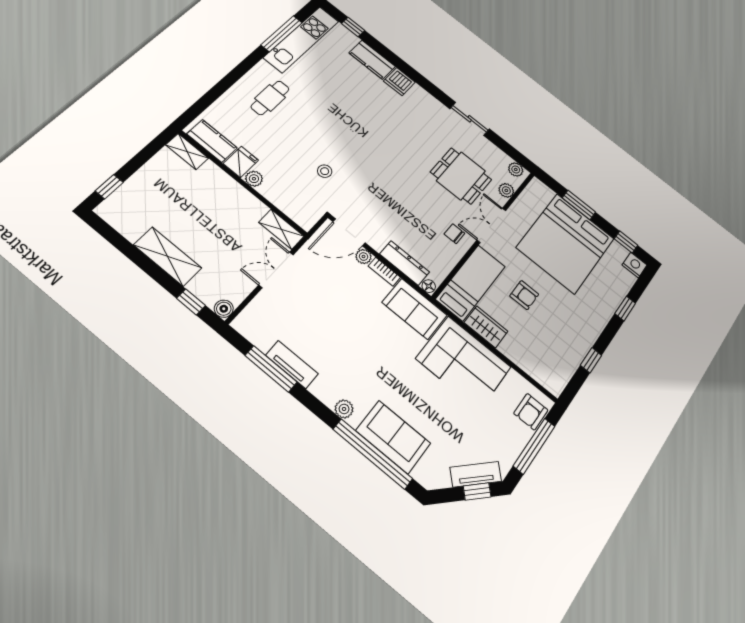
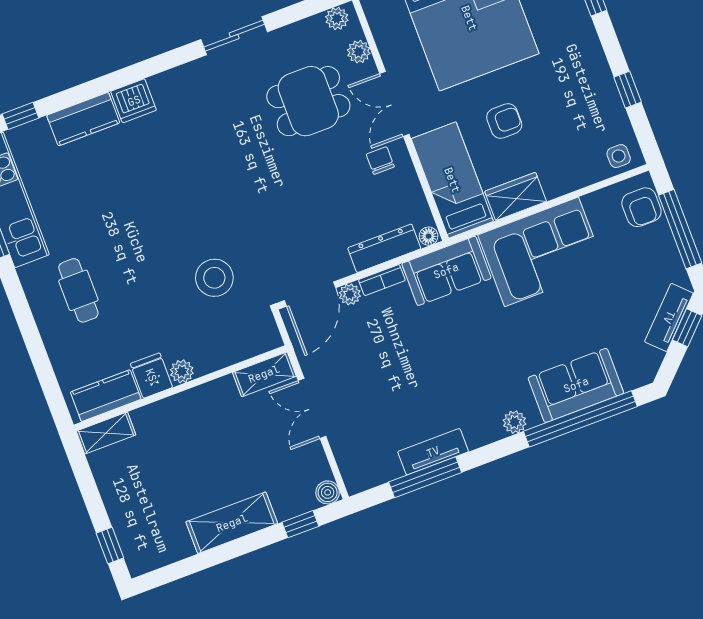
stool: (325, 171) -> (214, 278), width x1.89, depth x1.89
chair: (454, 234) -> (380, 161), turned 90
side table: (551, 378) -> (619, 156), added

